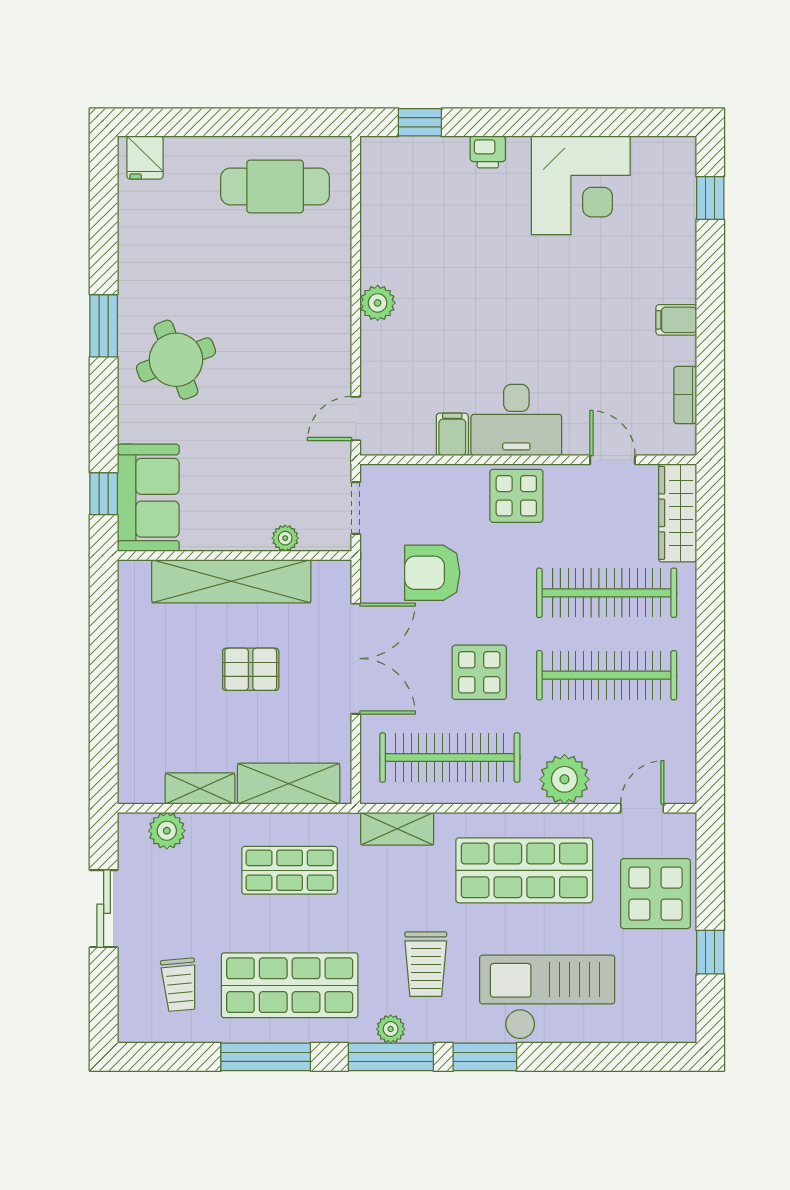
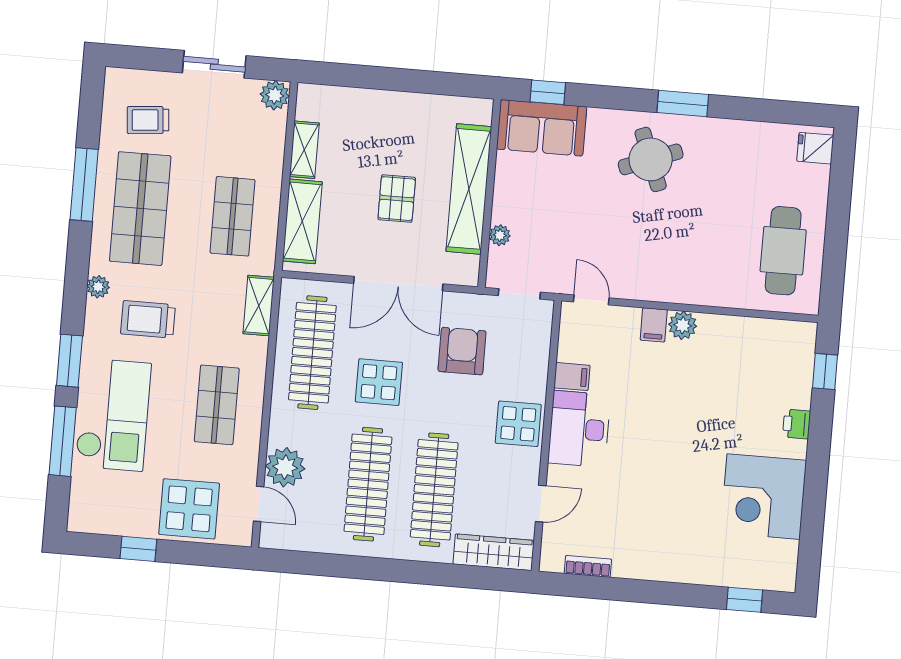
filing cabinet: (676, 320) -> (654, 325), moved, turned 180
plant: (564, 779) -> (285, 467), moved
plant: (167, 831) -> (275, 95), moved
shop shelf: (524, 870) -> (217, 405), width x0.70, depth x0.74
window: (391, 1057) -> (63, 441), moved

